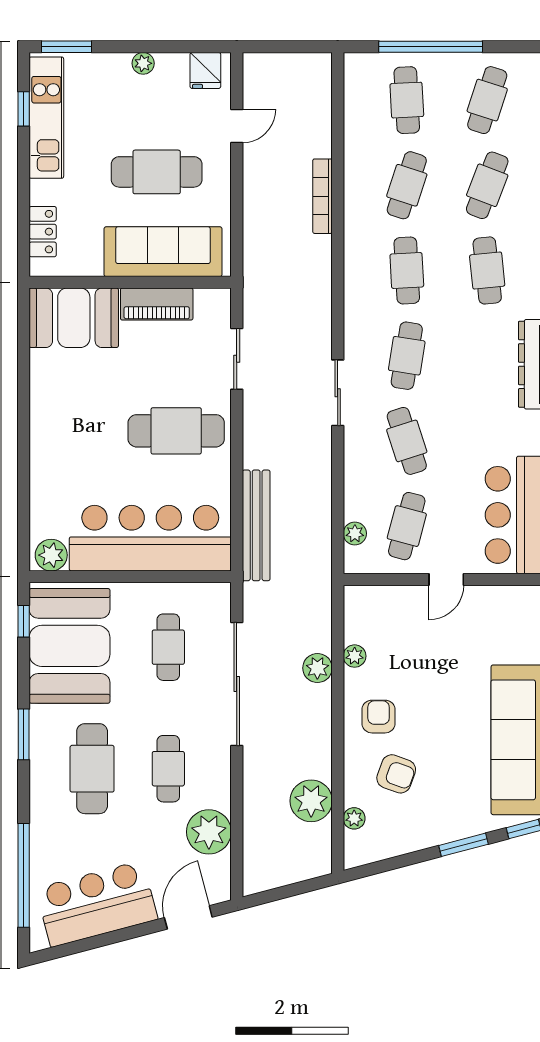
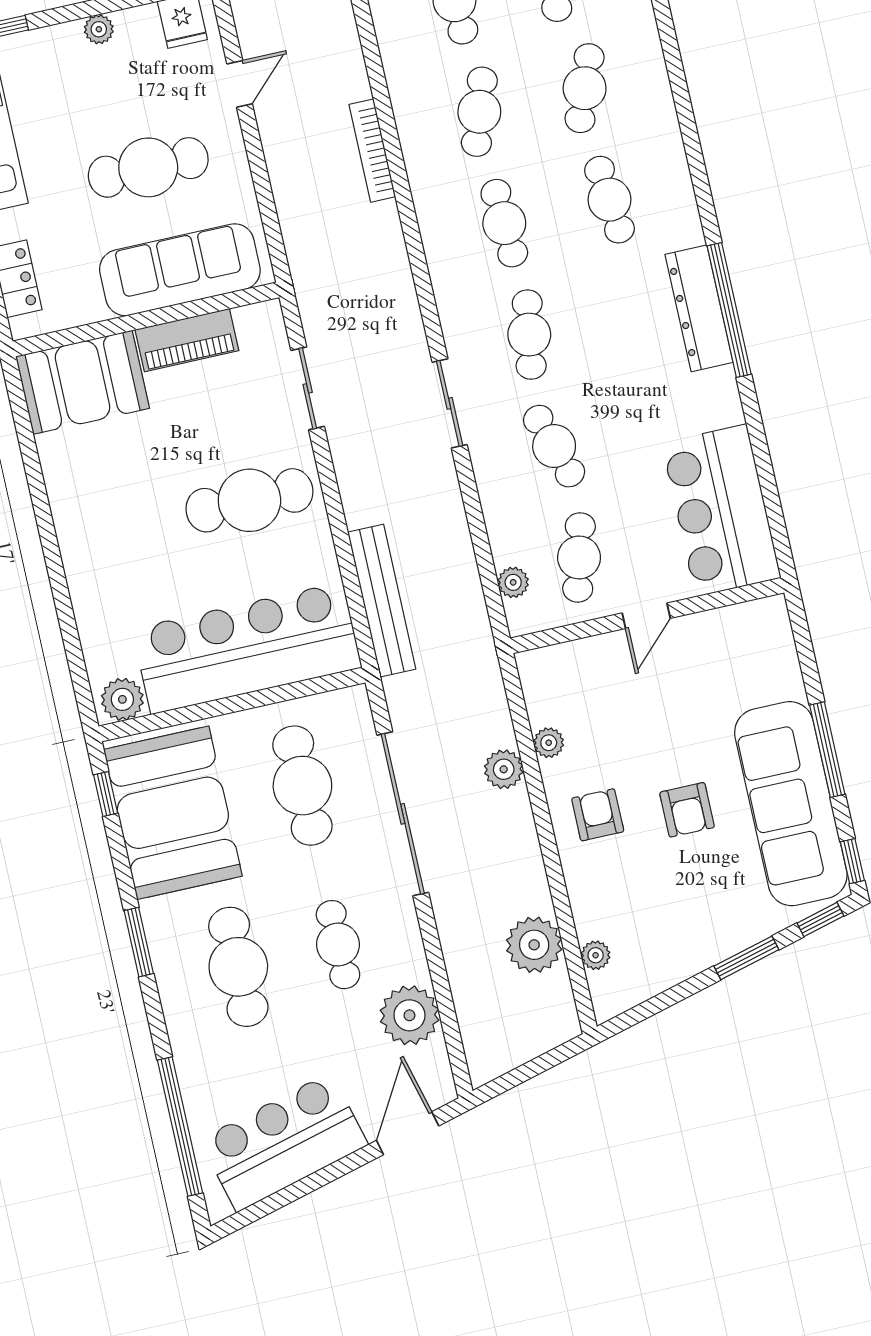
cafe table: (168, 647) -> (302, 786), width x1.37, depth x1.35
armchair: (396, 774) -> (687, 810), moved, turned 70

